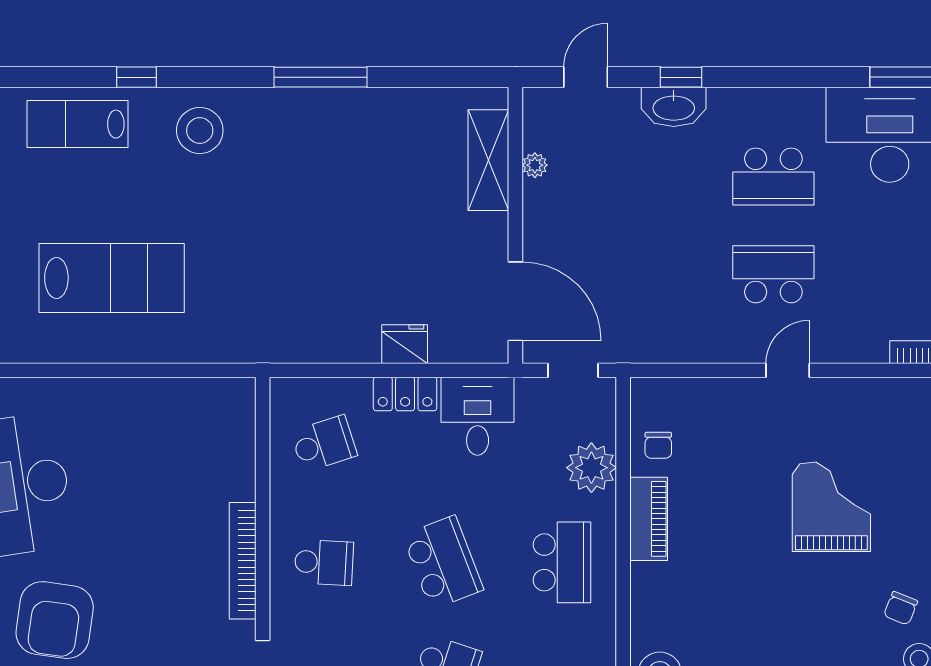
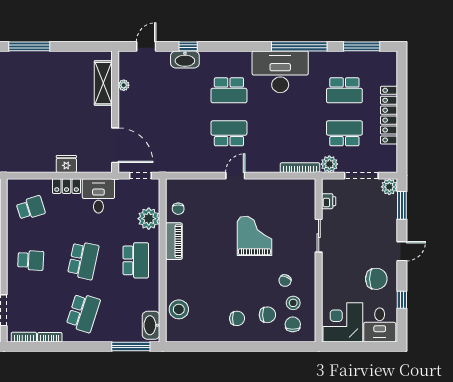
school desk: (443, 562) -> (83, 260), turned 33

